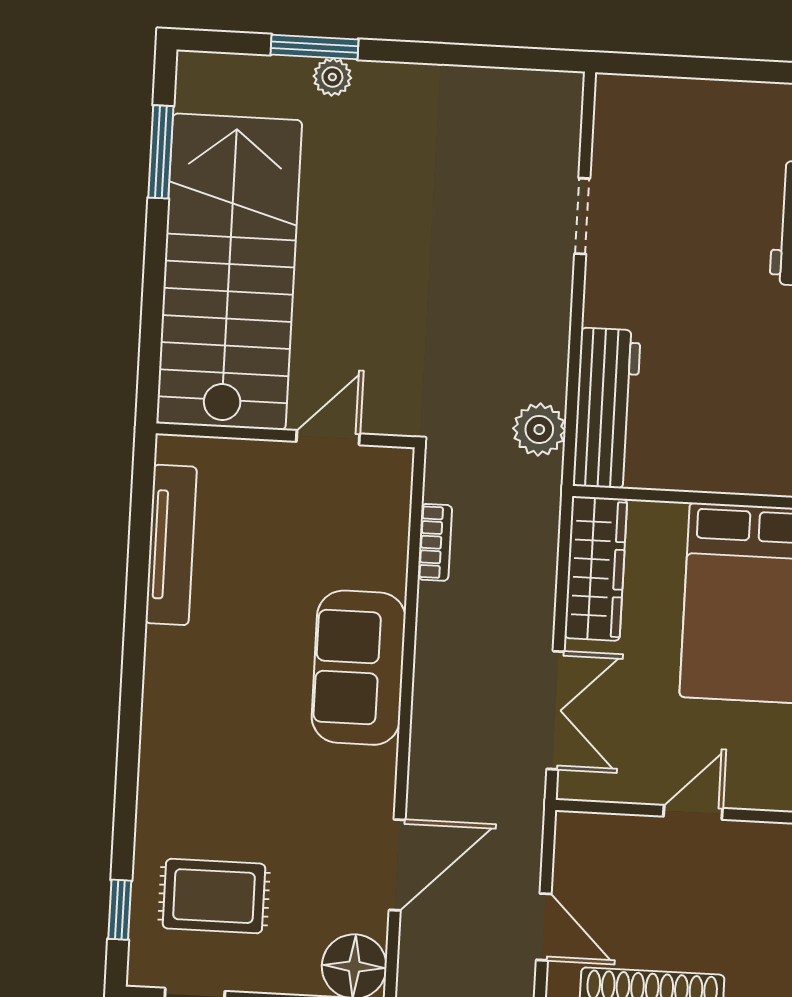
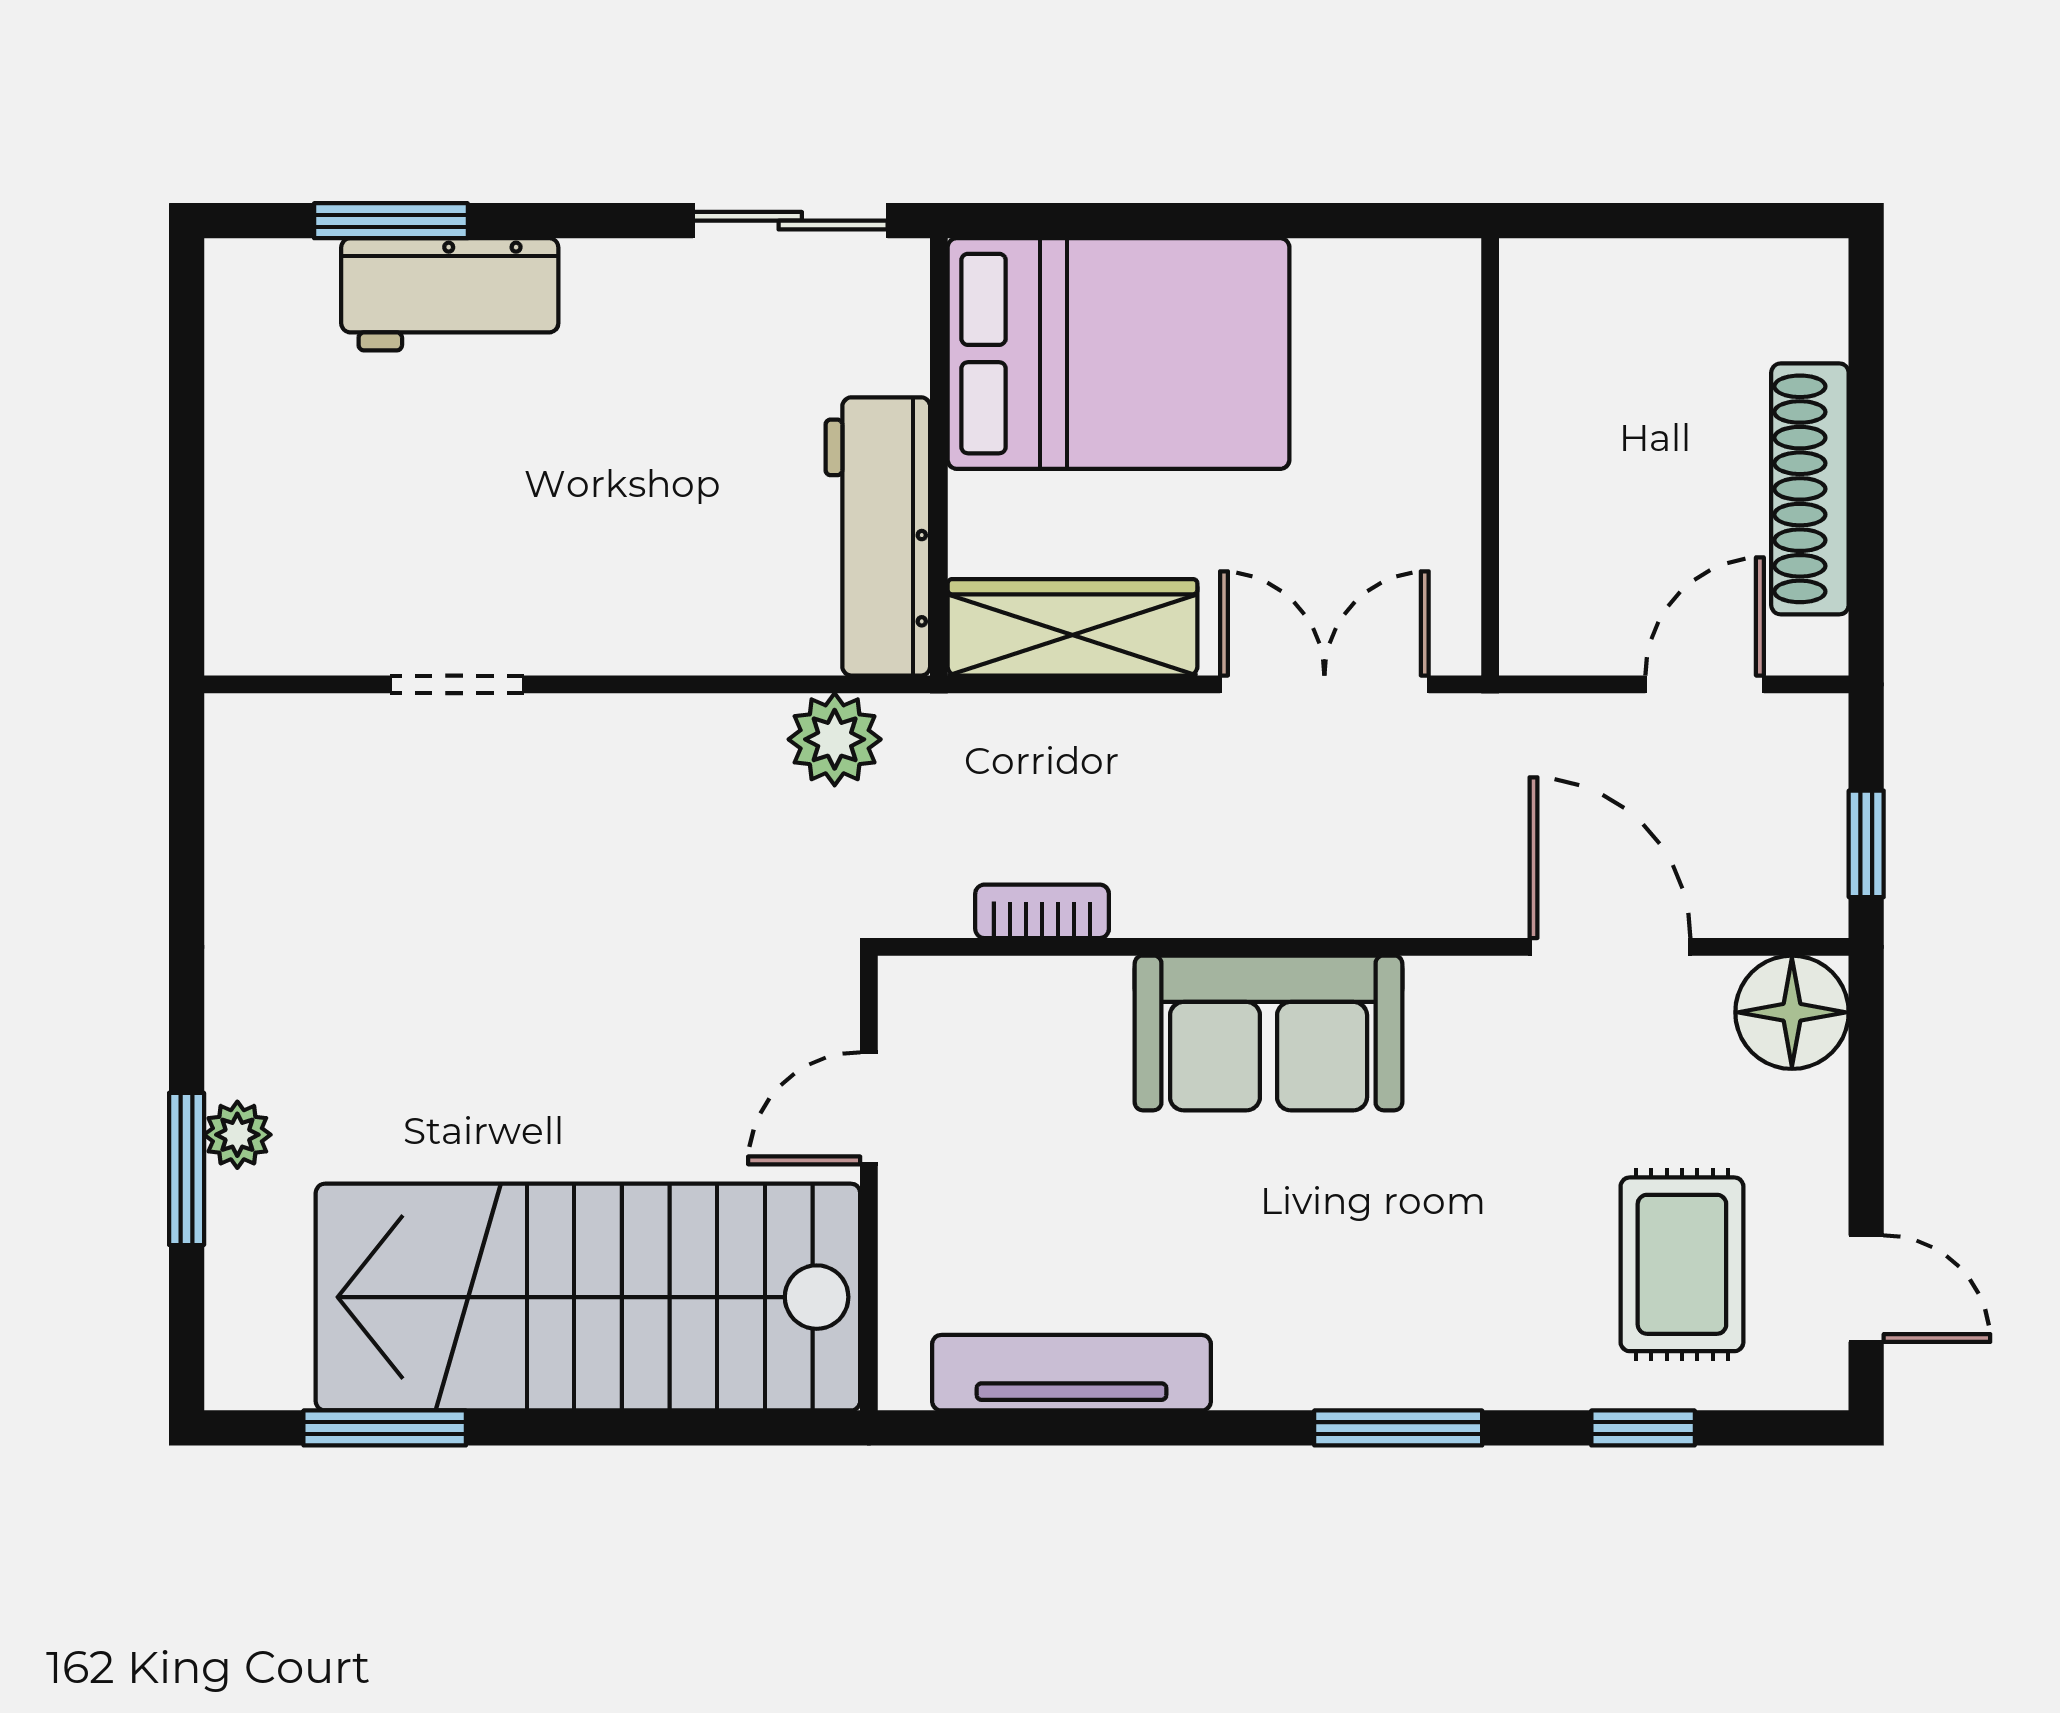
workbench: (607, 408) -> (878, 536), moved, turned -90
door: (328, 438) -> (869, 1108), hinge flipped
window: (130, 729) -> (1398, 1428), added
door: (693, 812) -> (1490, 434), removed
window: (120, 910) -> (1643, 1428), moved

